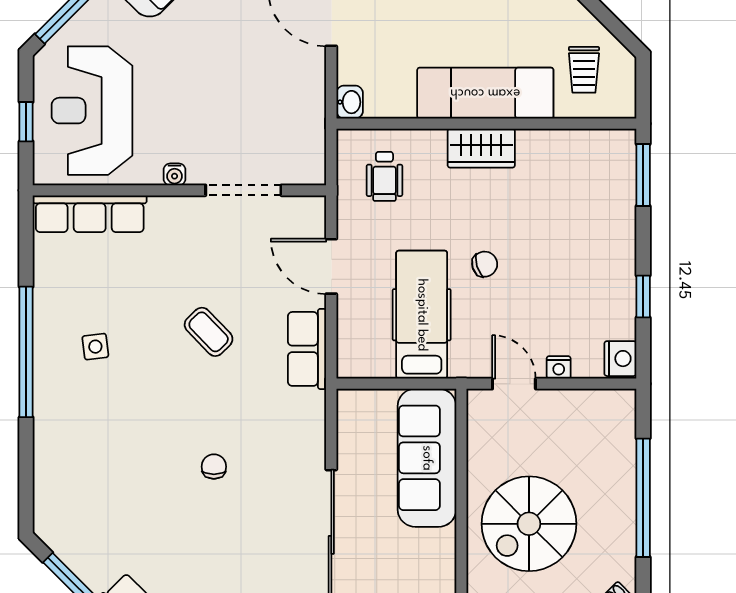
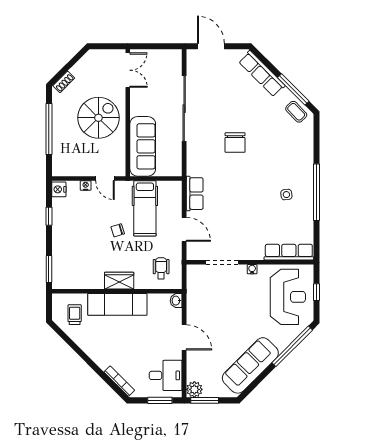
coffee table: (209, 332) -> (296, 112), moved
chair: (214, 467) -> (235, 143), width x1.87, depth x1.87

